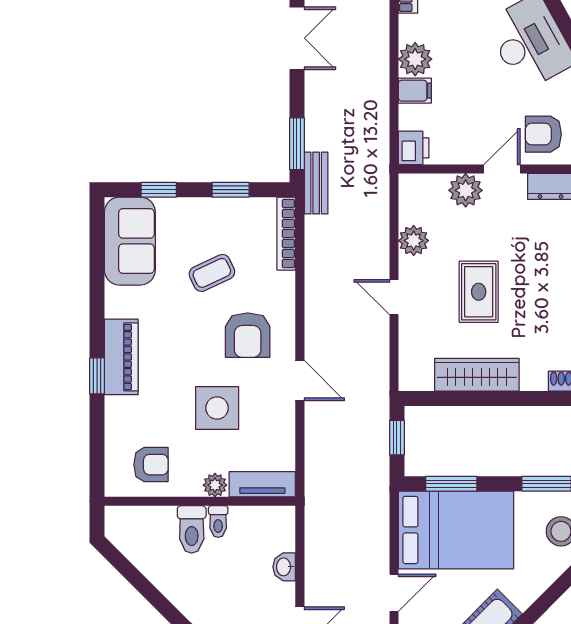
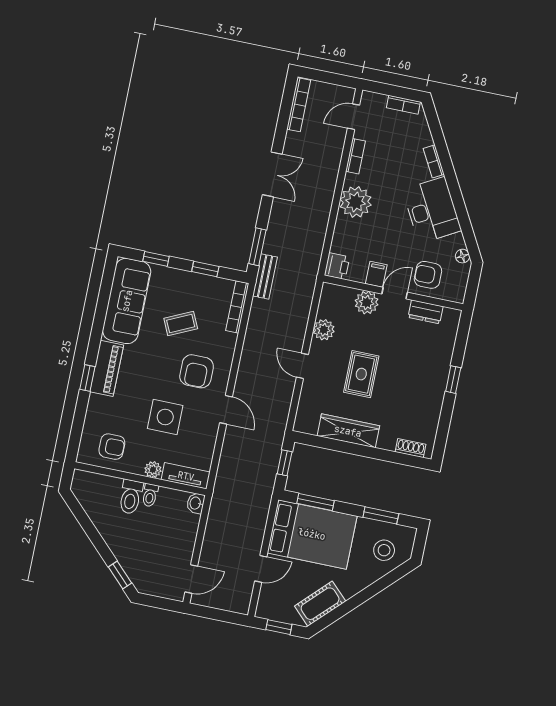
plant: (415, 59) -> (356, 202), width x1.36, depth x1.36
filing cabinet: (415, 91) -> (376, 274), moved, turned -90
sofa: (130, 241) -> (127, 301), width x1.36
washbasin: (284, 567) -> (196, 503), moved

